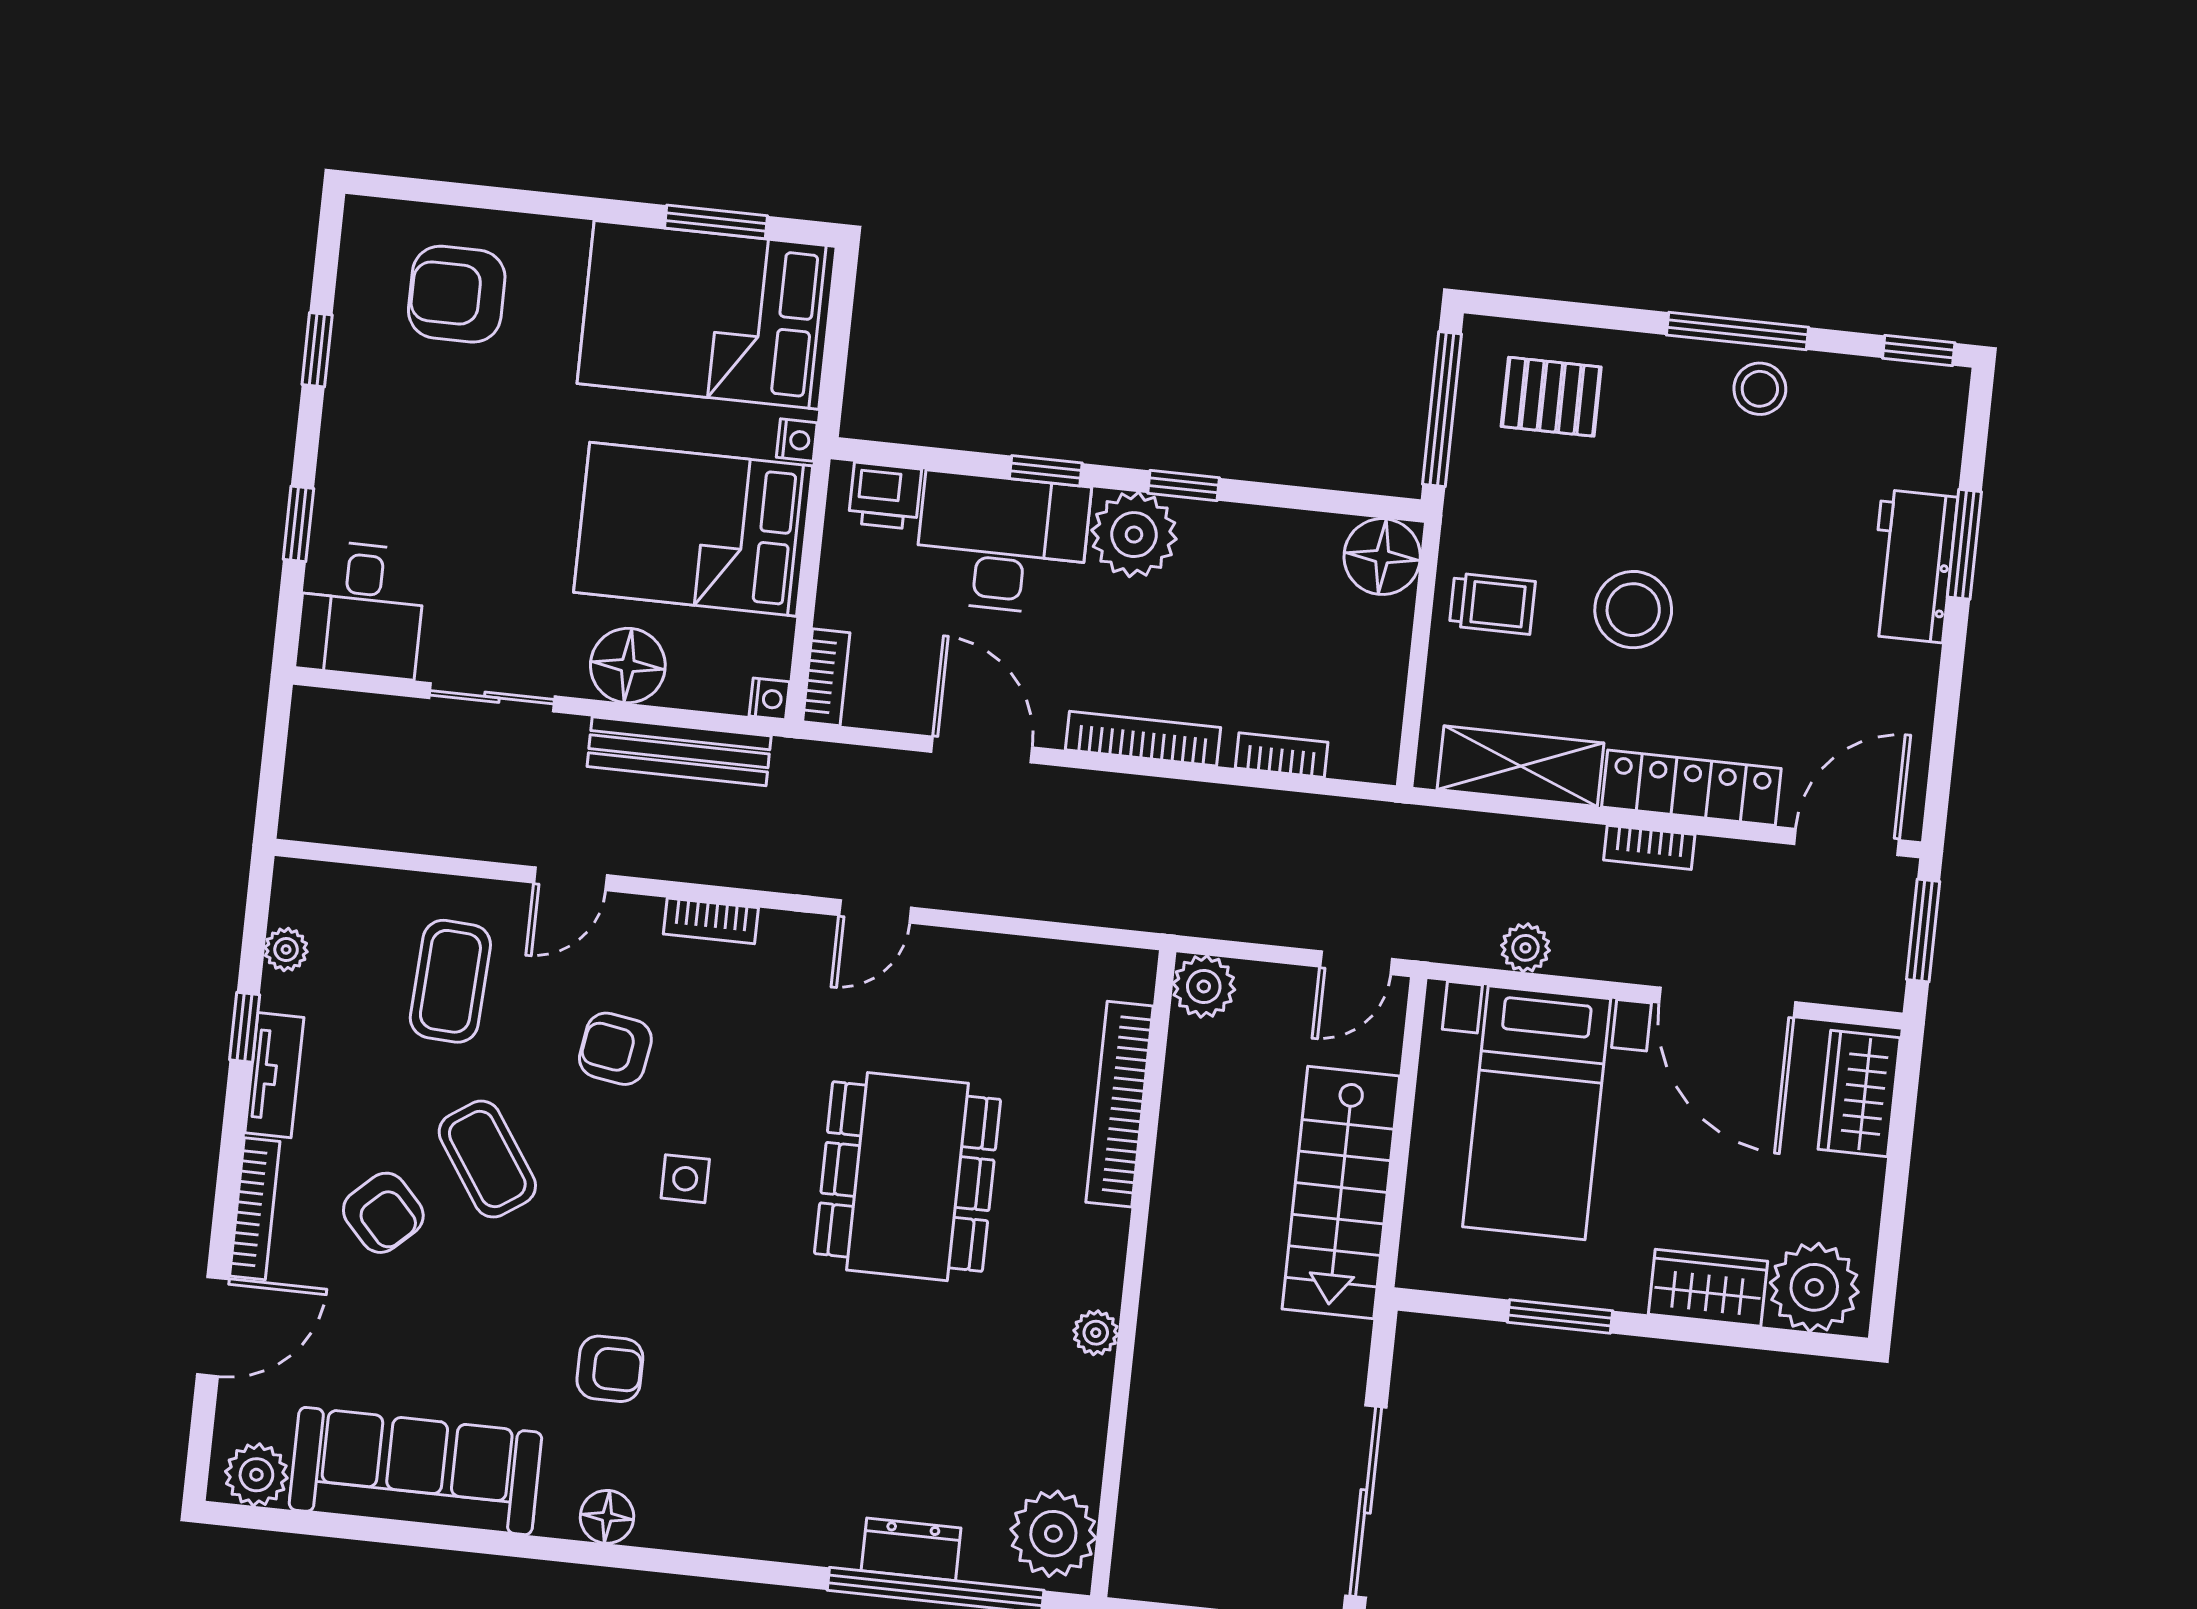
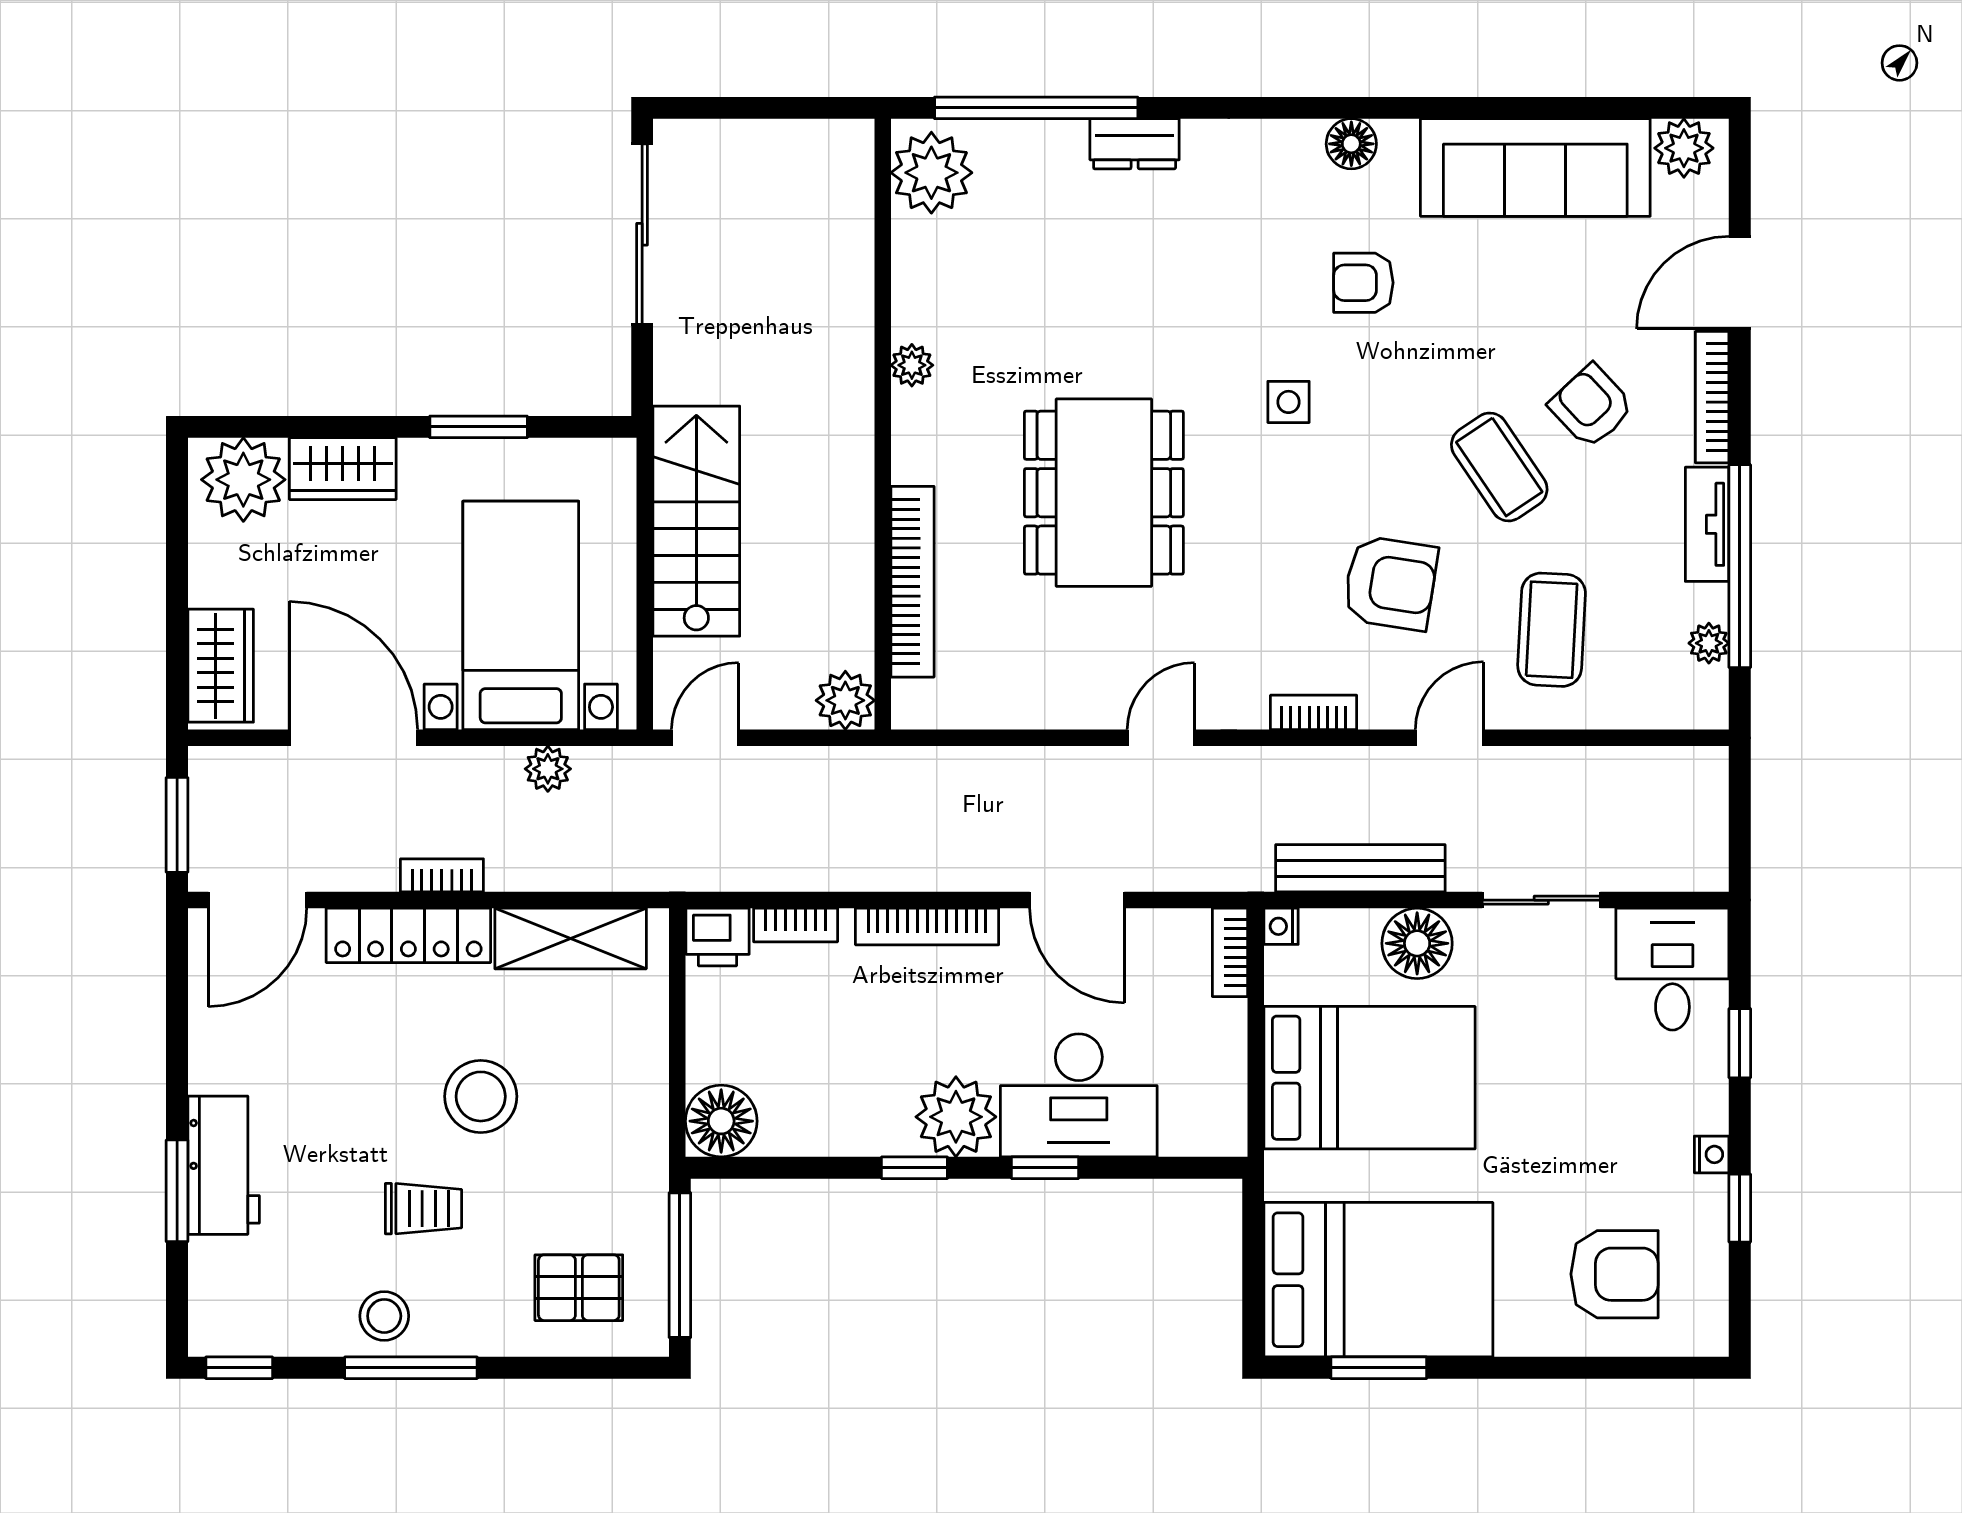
nightstand: (797, 440) -> (1712, 1154), moved, turned 180
printer: (885, 496) -> (717, 937), moved, turned 180
trolley: (1492, 604) -> (423, 1209), moved, turned 180
window: (245, 1027) -> (1740, 566), width x3.17
armchair: (615, 1049) -> (1390, 583), width x1.38, depth x1.38
side table: (685, 1179) -> (1288, 402), moved
dresser: (911, 1549) -> (1135, 144), moved

